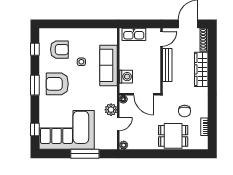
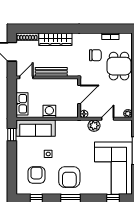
window: (102, 24) -> (12, 135), added
door: (161, 39) -> (26, 77), hinge flipped
sofa: (108, 65) -> (36, 128), moved
washing machine: (126, 77) -> (49, 111), moved
door: (118, 124) -> (108, 119), hinge flipped

